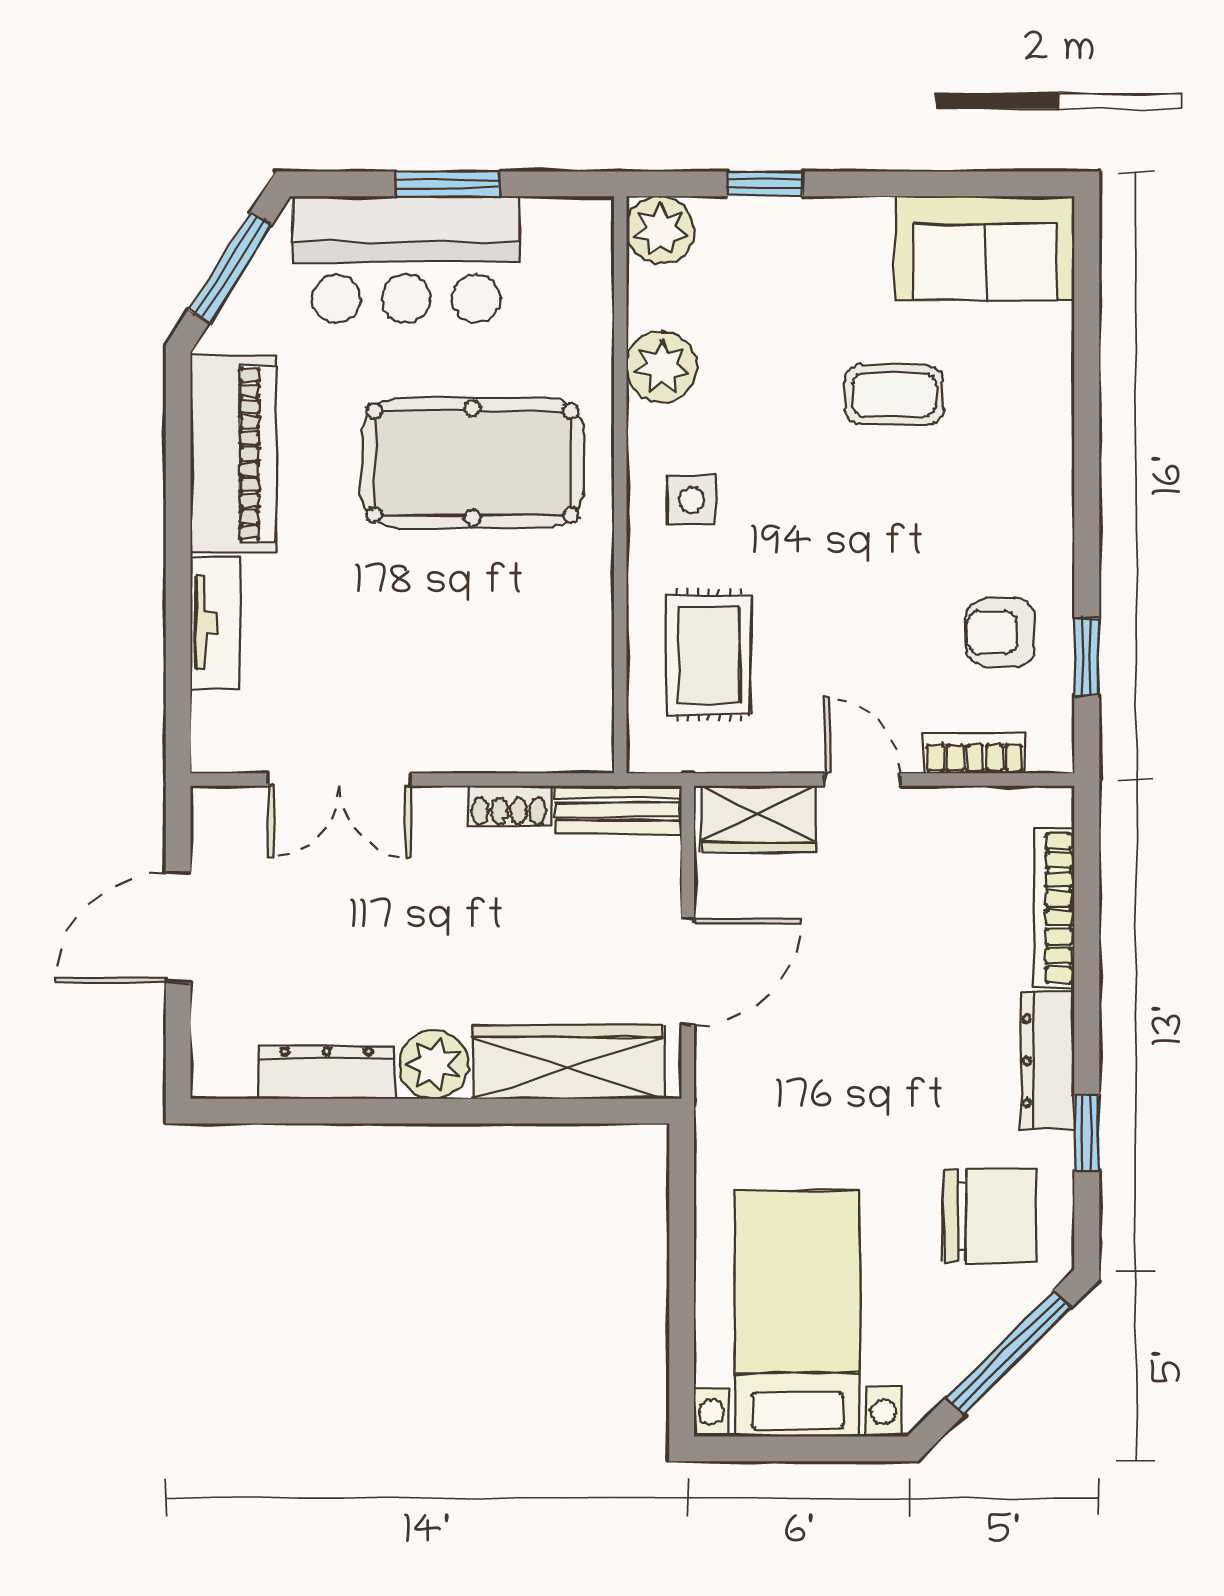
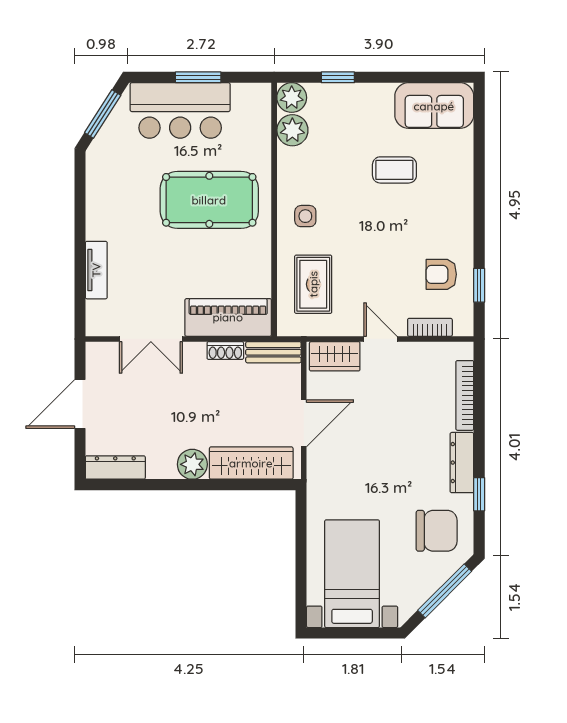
plant: (662, 367) -> (292, 130), moved
piano: (233, 454) -> (228, 317), moved, turned -90
dresser: (327, 1072) -> (115, 468), moved

